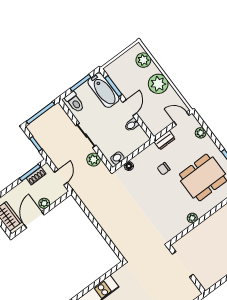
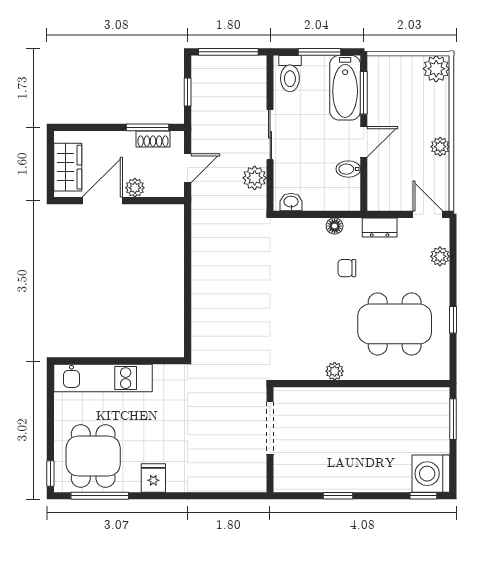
plant: (143, 60) -> (436, 69), moved
plant: (158, 84) -> (440, 147), width x0.53, depth x0.53
floor lamp: (129, 166) -> (335, 226), moved

